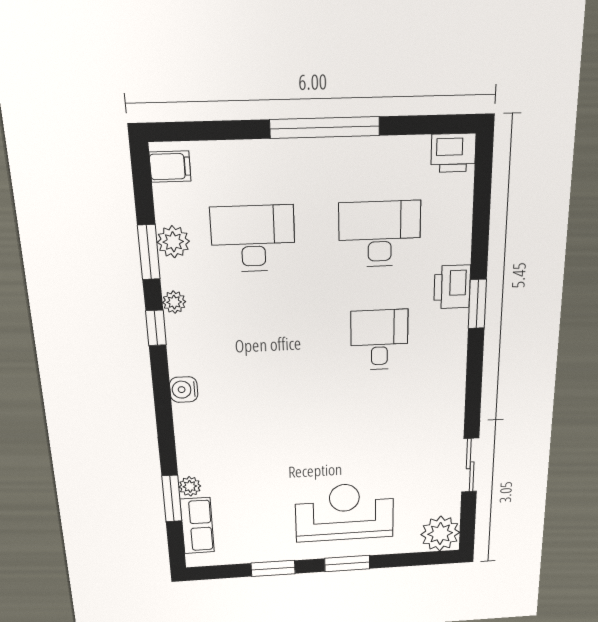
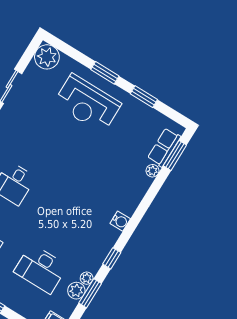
plant: (174, 302) -> (87, 278), moved
window: (172, 499) -> (175, 155), moved

